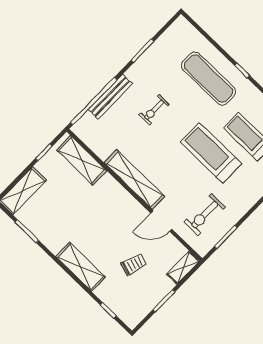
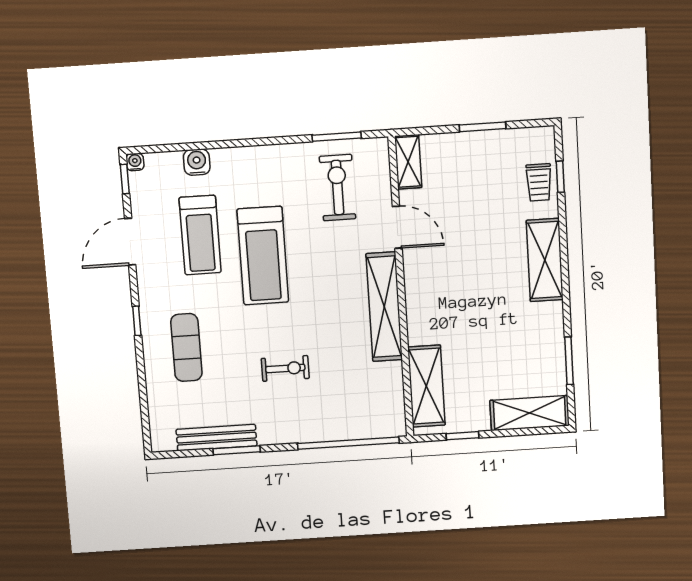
exercise mat: (208, 79) -> (186, 347), width x0.73, depth x0.69
bench: (110, 97) -> (217, 438), moved
exercise bike: (205, 215) -> (337, 188), turned -90
trolley: (134, 264) -> (539, 182), moved, turned -108
shelving: (183, 268) -> (408, 162), moved, turned 90

